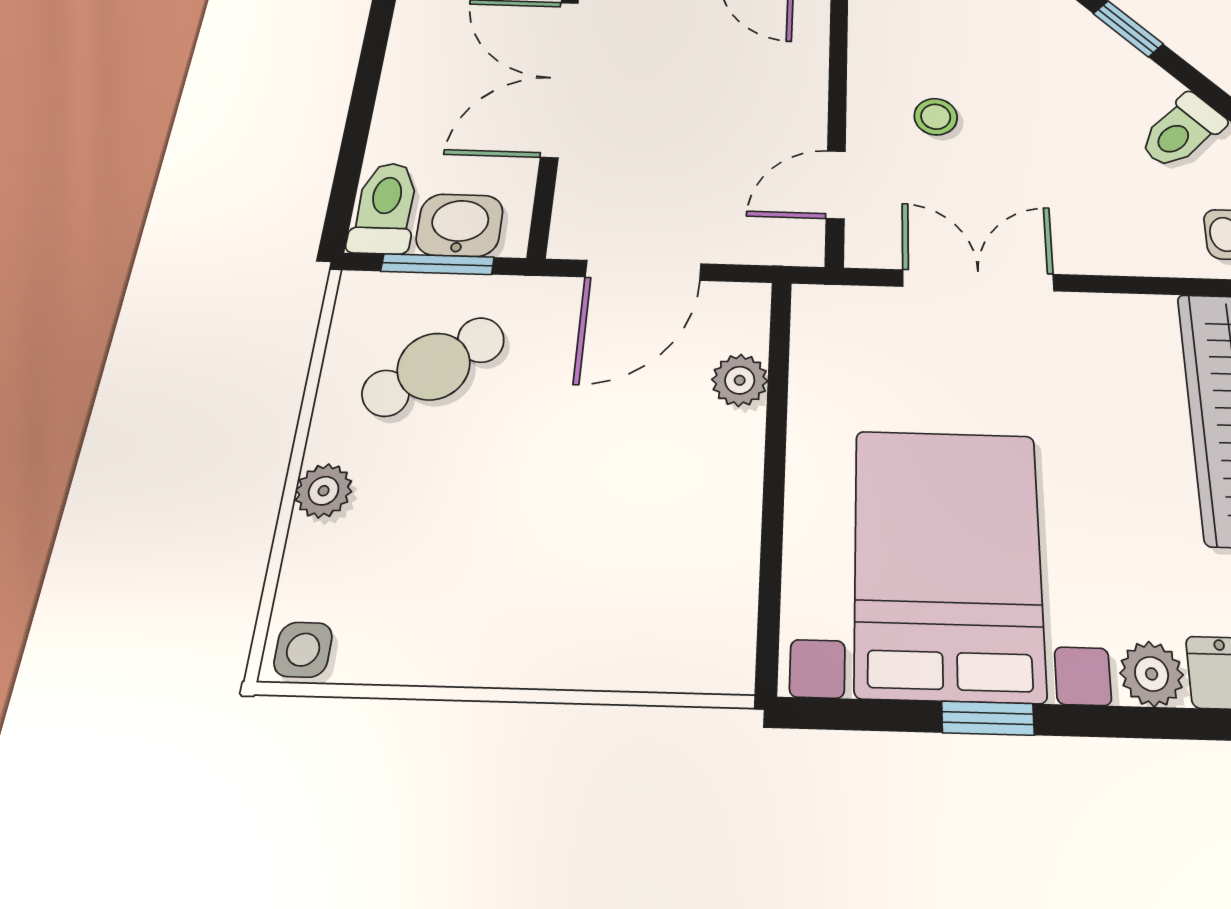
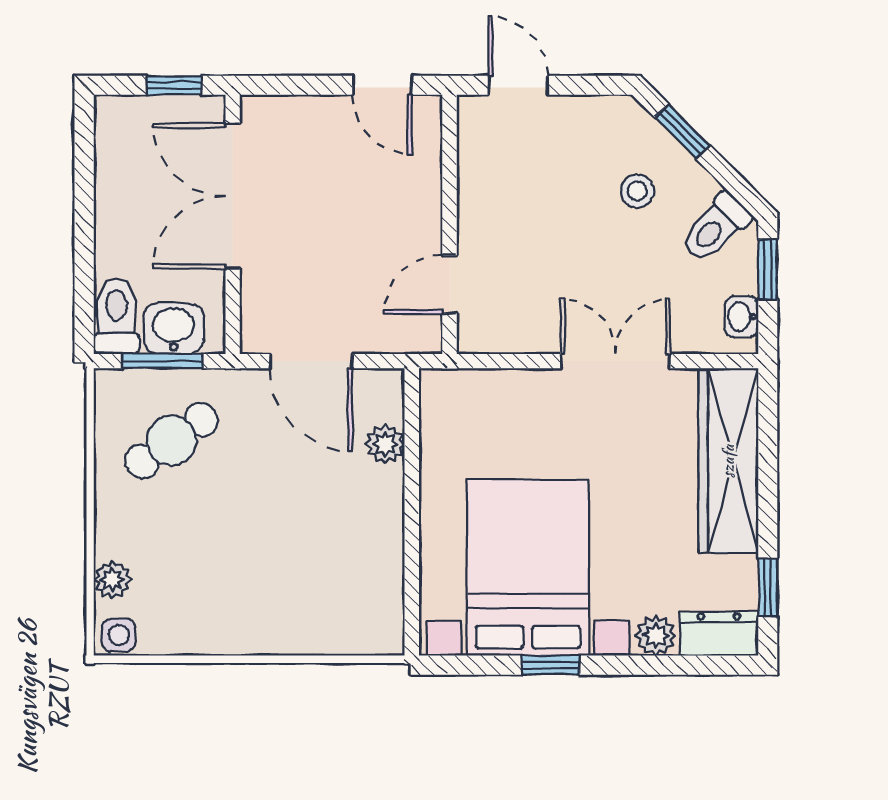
stool: (936, 117) -> (637, 191), moved
door: (643, 270) -> (311, 361), hinge flipped
double door: (978, 280) -> (615, 361), moved
plant: (324, 491) -> (112, 580), moved

